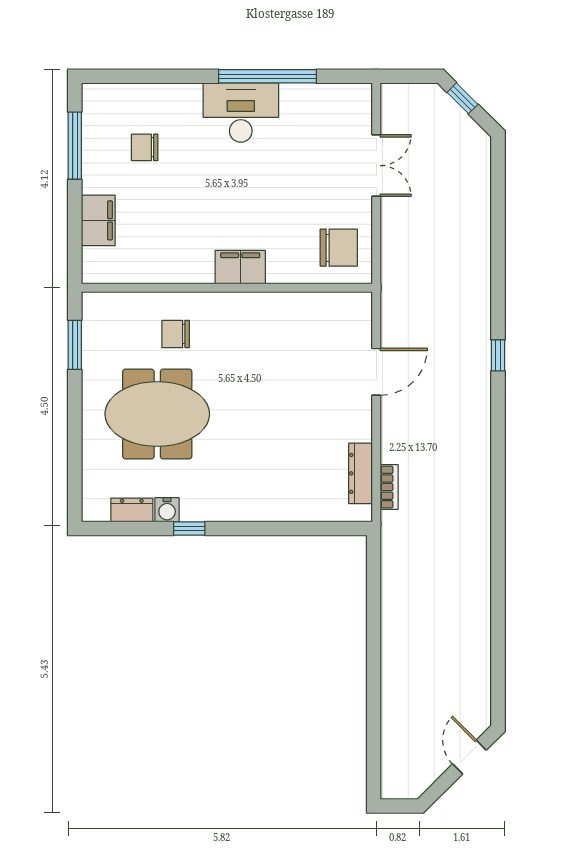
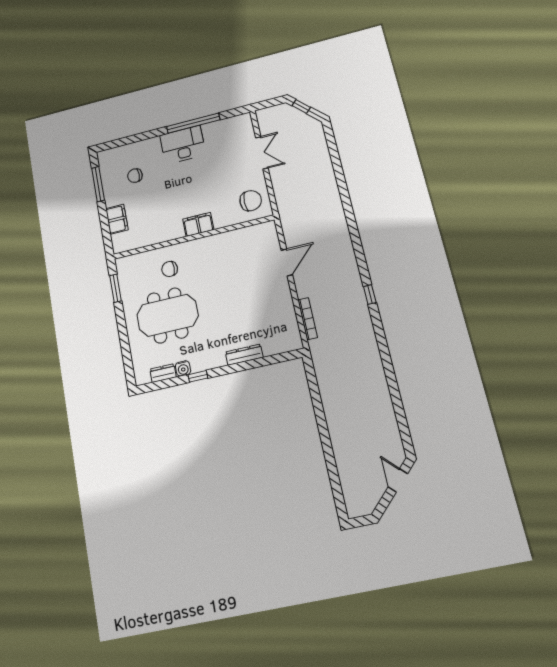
window: (498, 355) -> (370, 294), moved
dresser: (361, 473) -> (244, 355), moved, turned 90
bookcase: (389, 487) -> (308, 319), width x1.56

